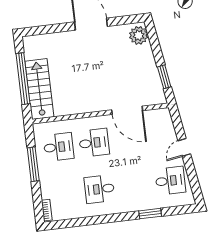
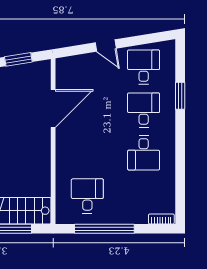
desk: (94, 143) -> (144, 110), moved
window: (33, 164) -> (104, 229), width x1.46

